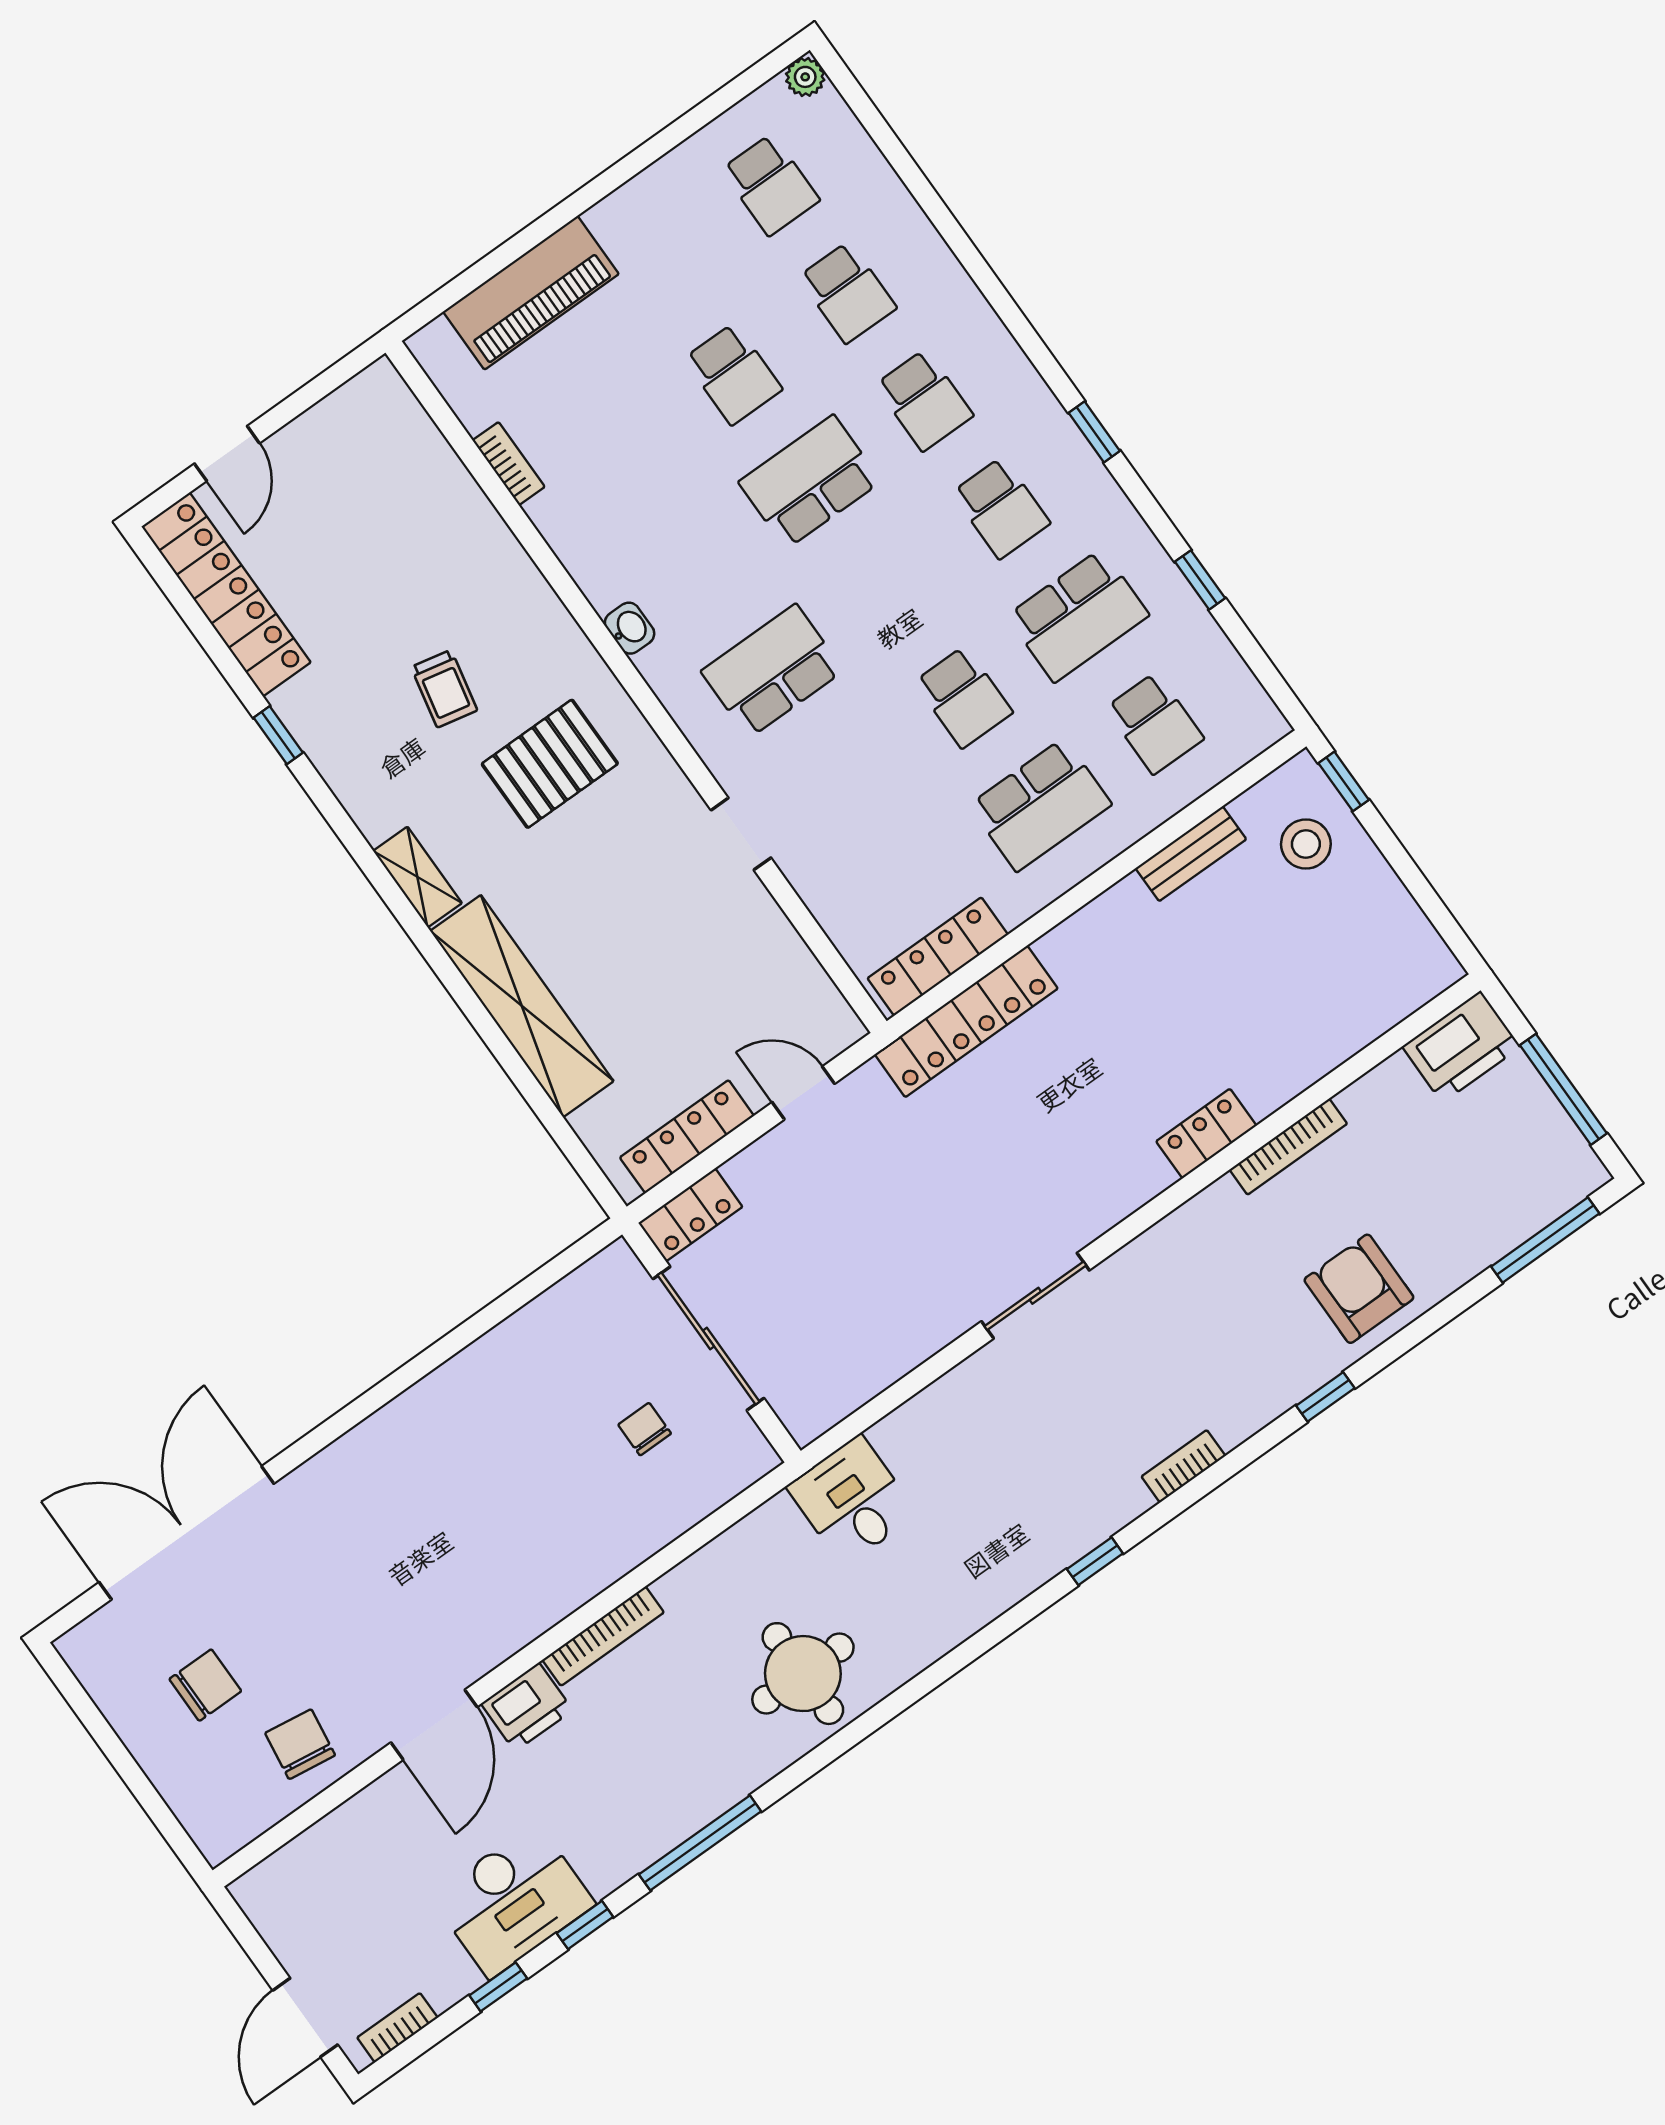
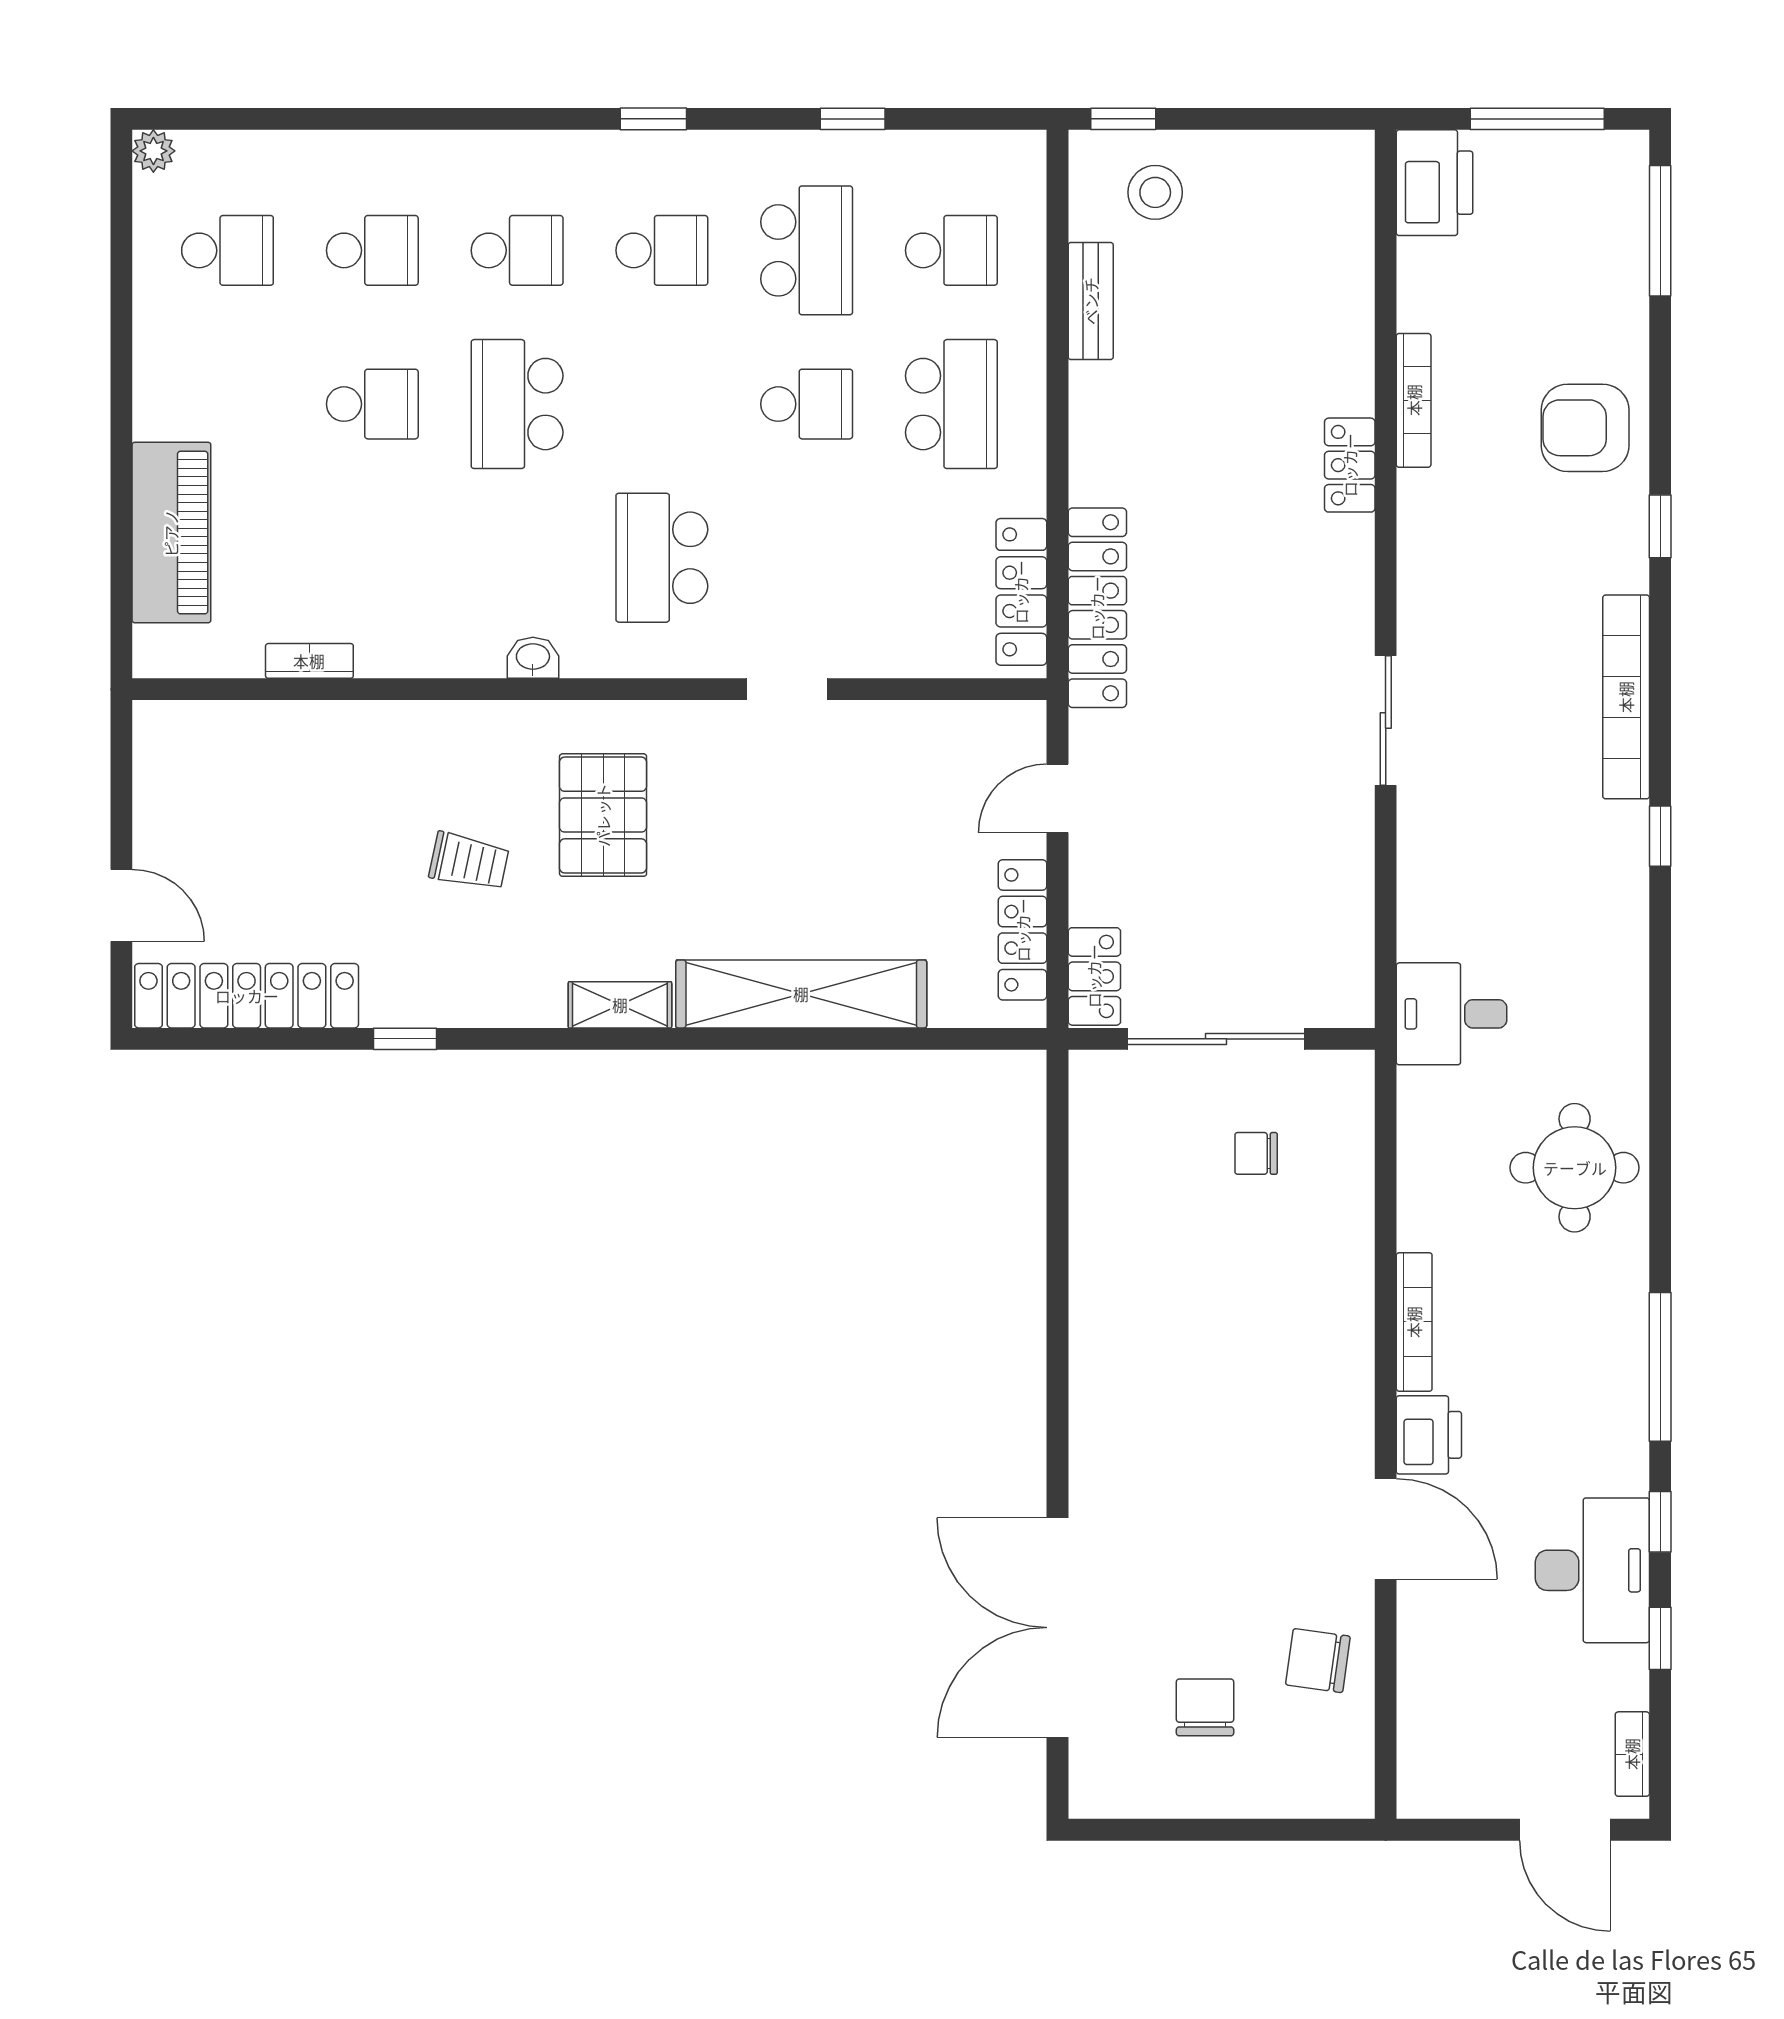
bookcase: (1183, 1466) -> (1626, 697), width x2.31, depth x1.31

